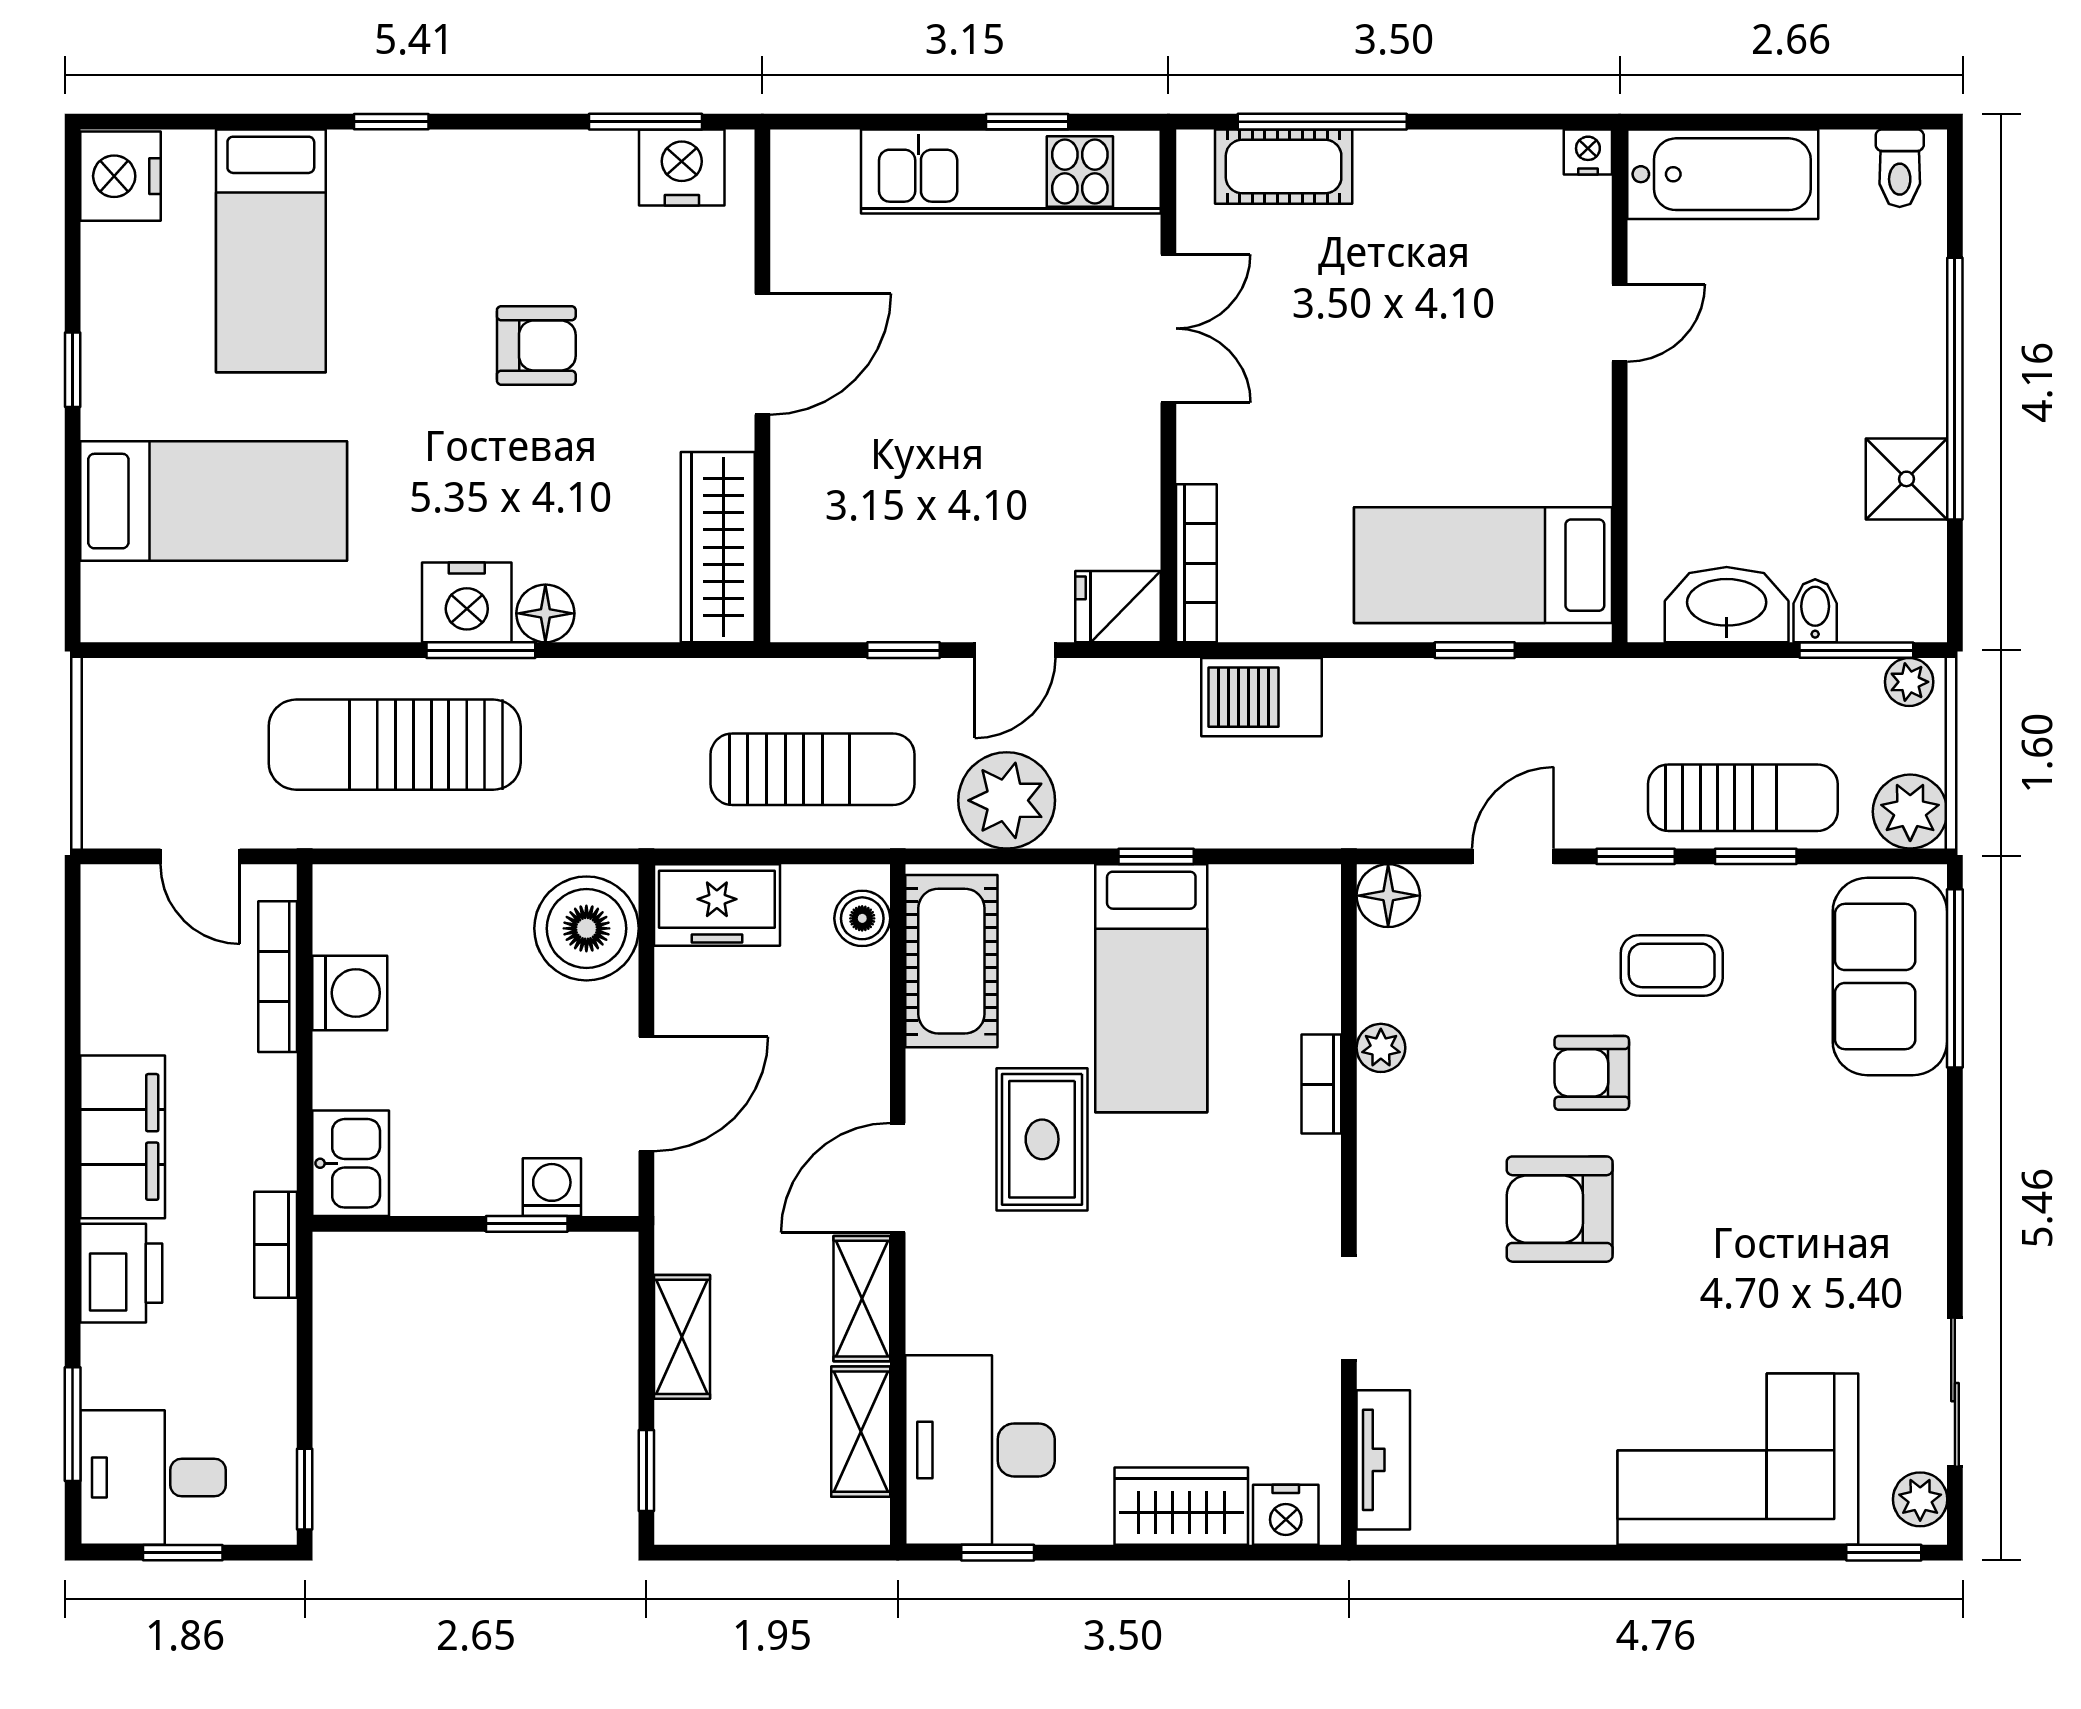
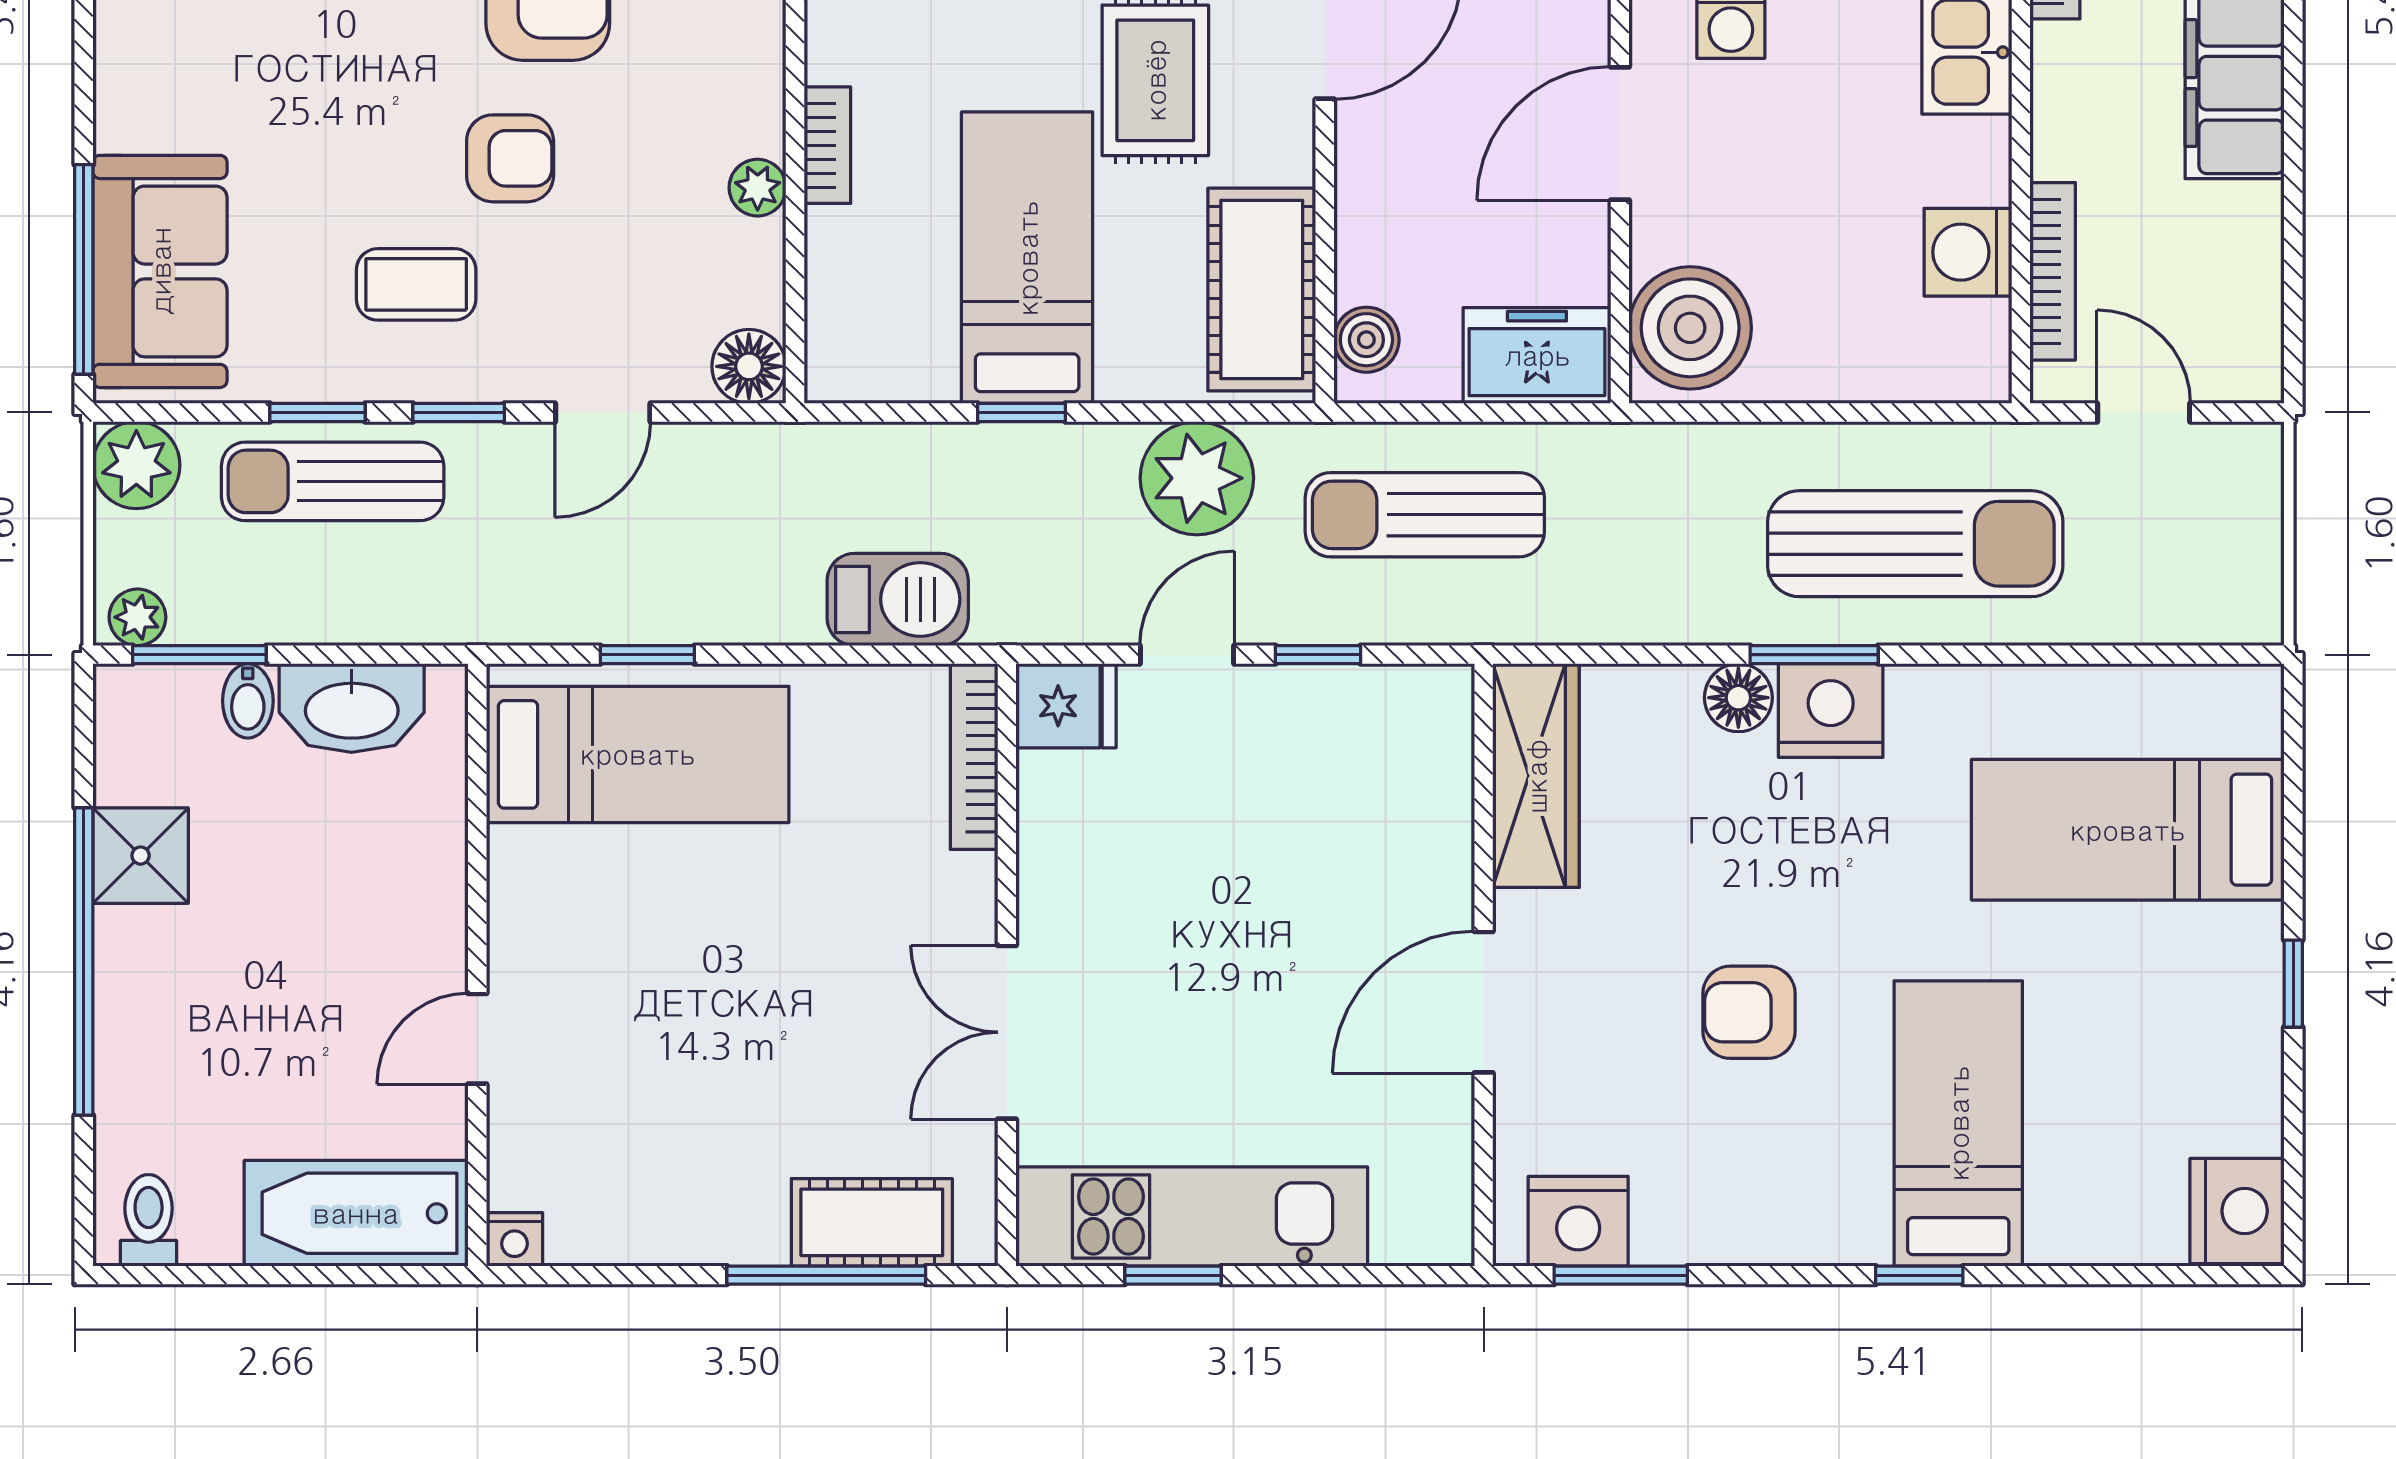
bed: (271, 251) -> (1958, 1123), moved

